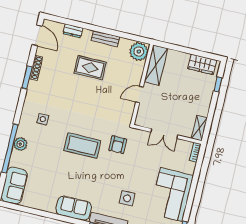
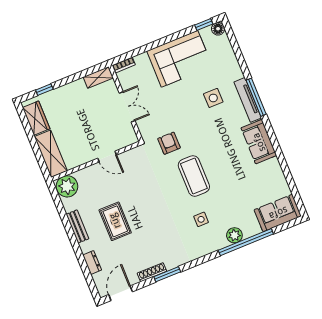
shelving: (156, 65) -> (51, 154), moved, turned 90
side table: (43, 119) -> (201, 219), moved
armchair: (118, 145) -> (169, 143), turned -90

